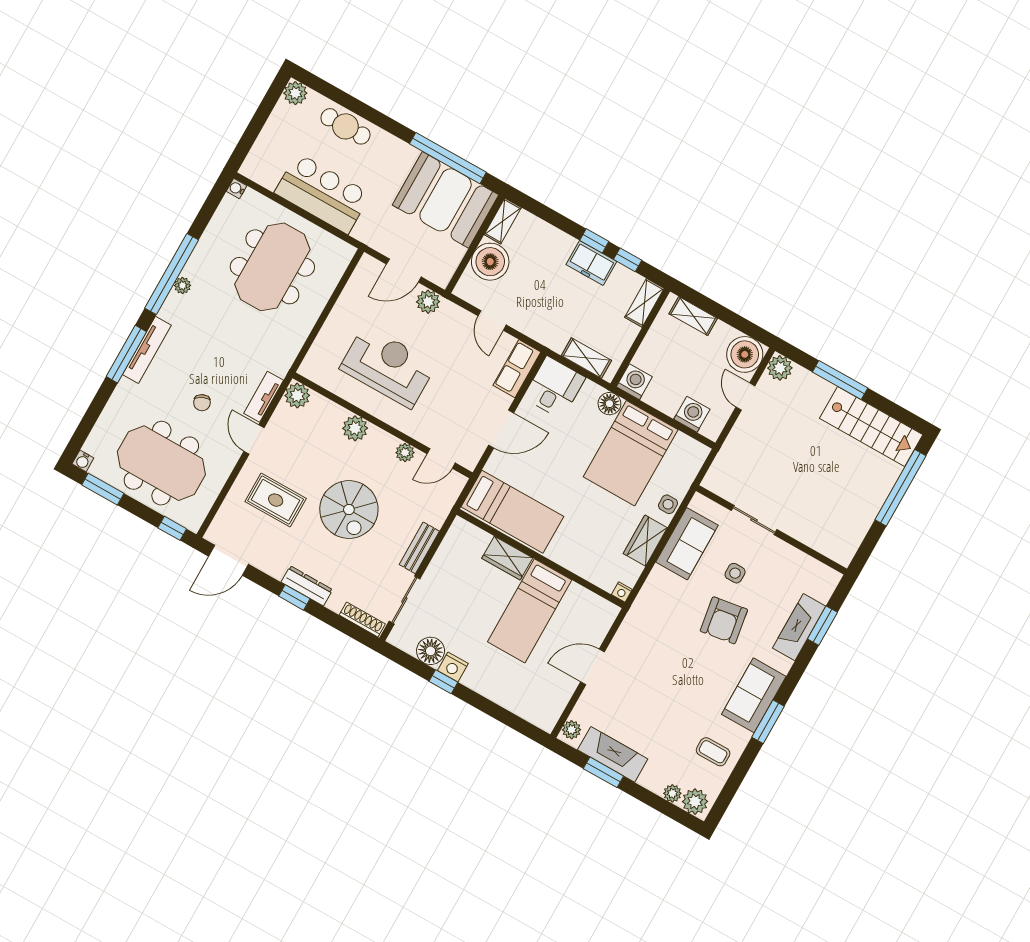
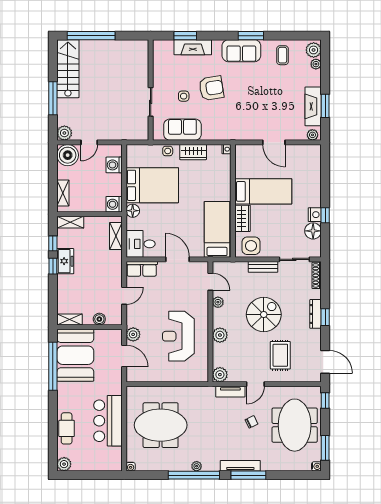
boiler: (490, 262) -> (99, 319), width x0.54, depth x0.54
side table: (460, 548) -> (251, 246), added

